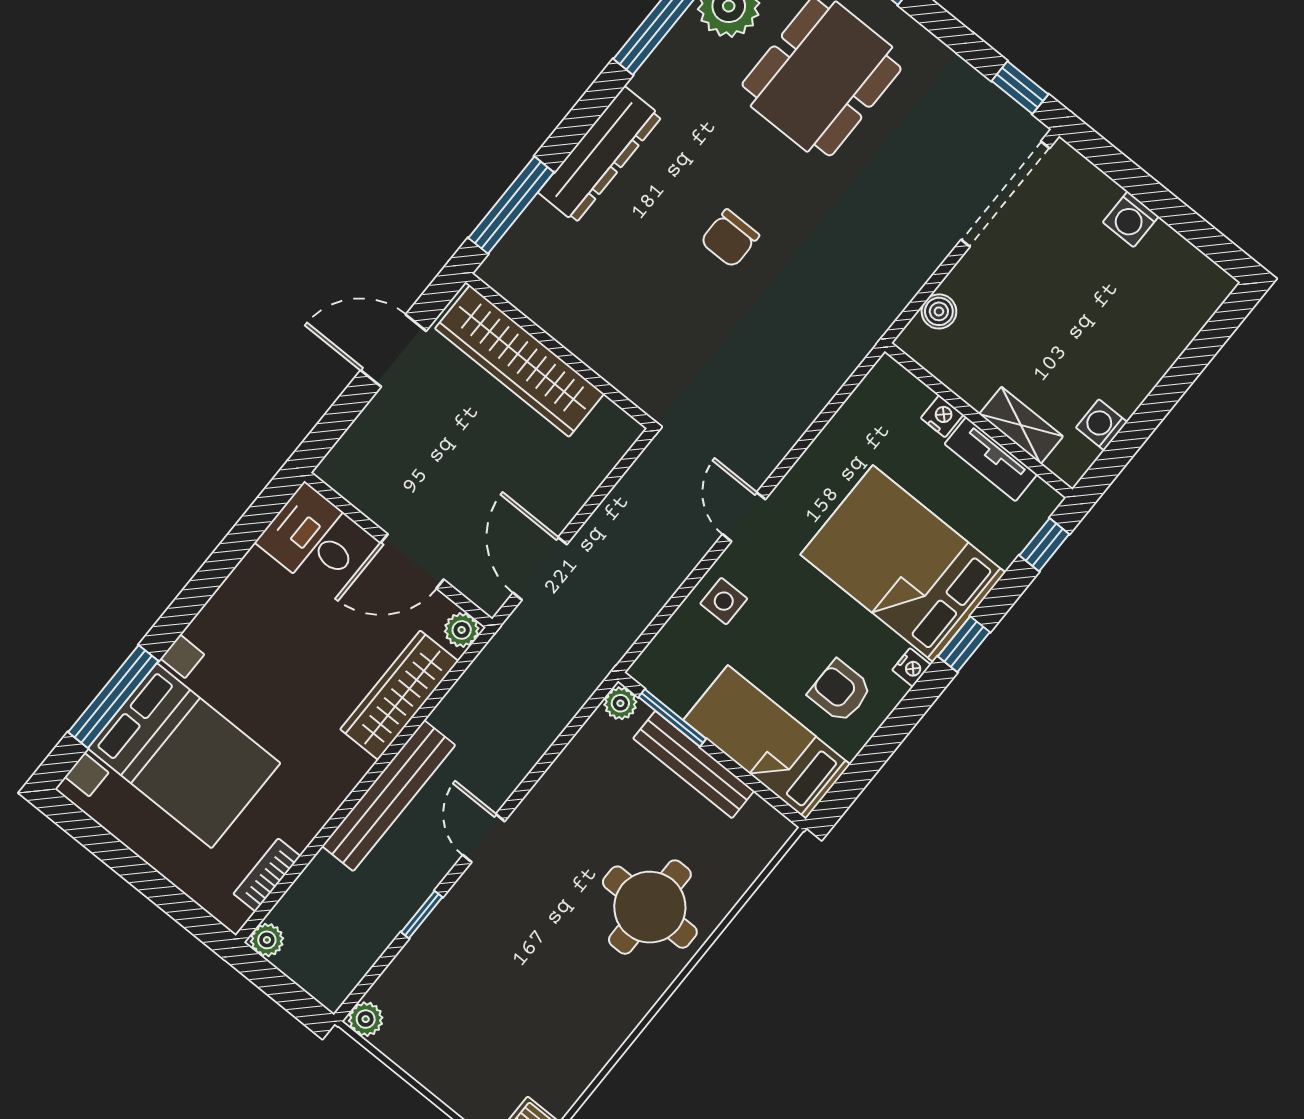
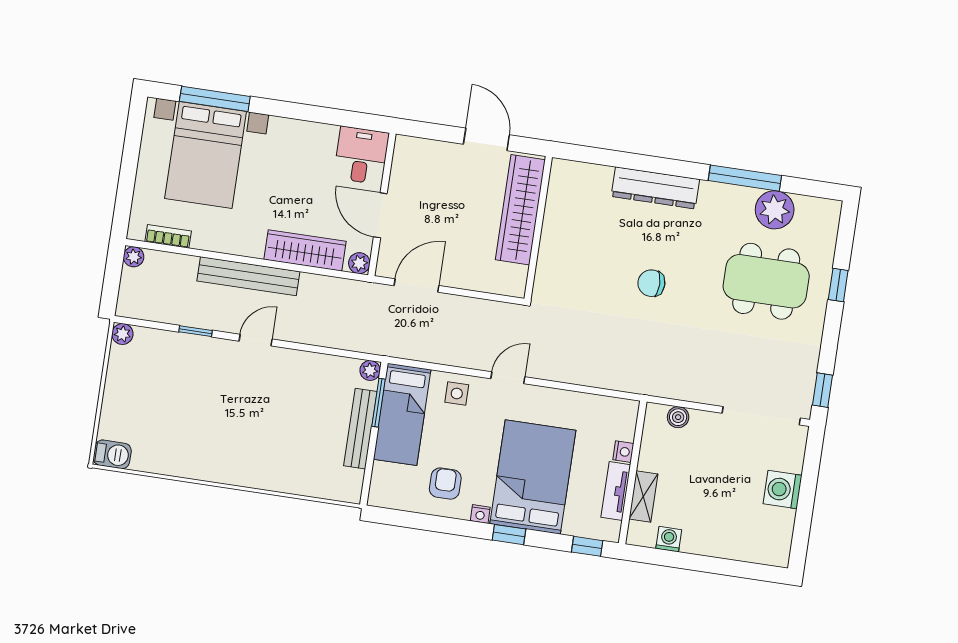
window: (511, 205) -> (601, 157), removed
washing machine: (1131, 219) -> (783, 490), width x1.38, depth x1.38
bed: (767, 742) -> (402, 414), moved, turned 180
round table: (650, 907) -> (271, 450), removed

